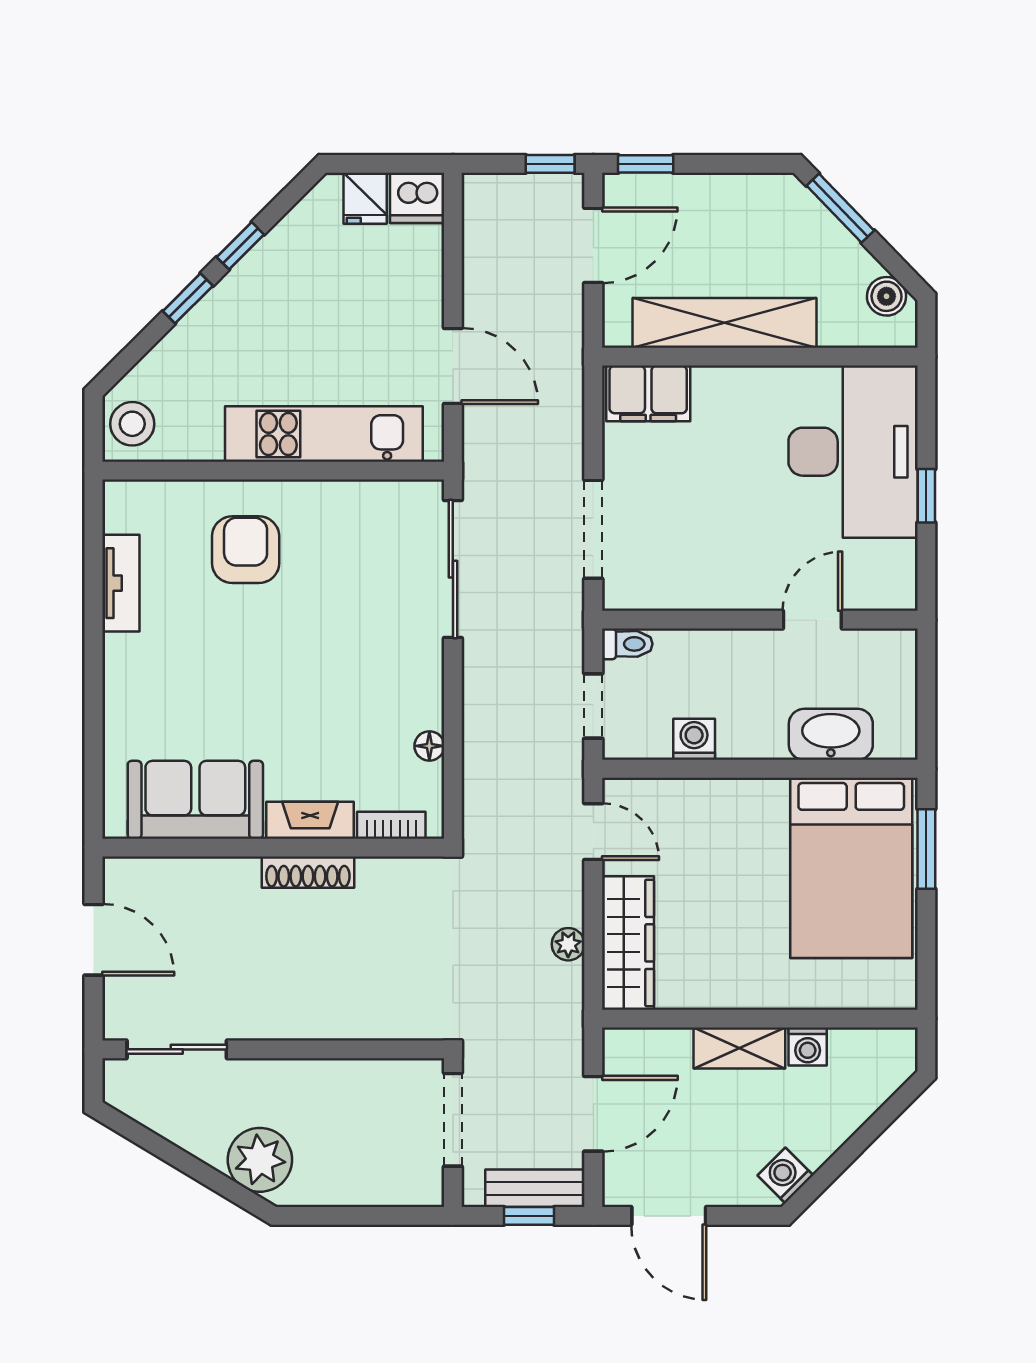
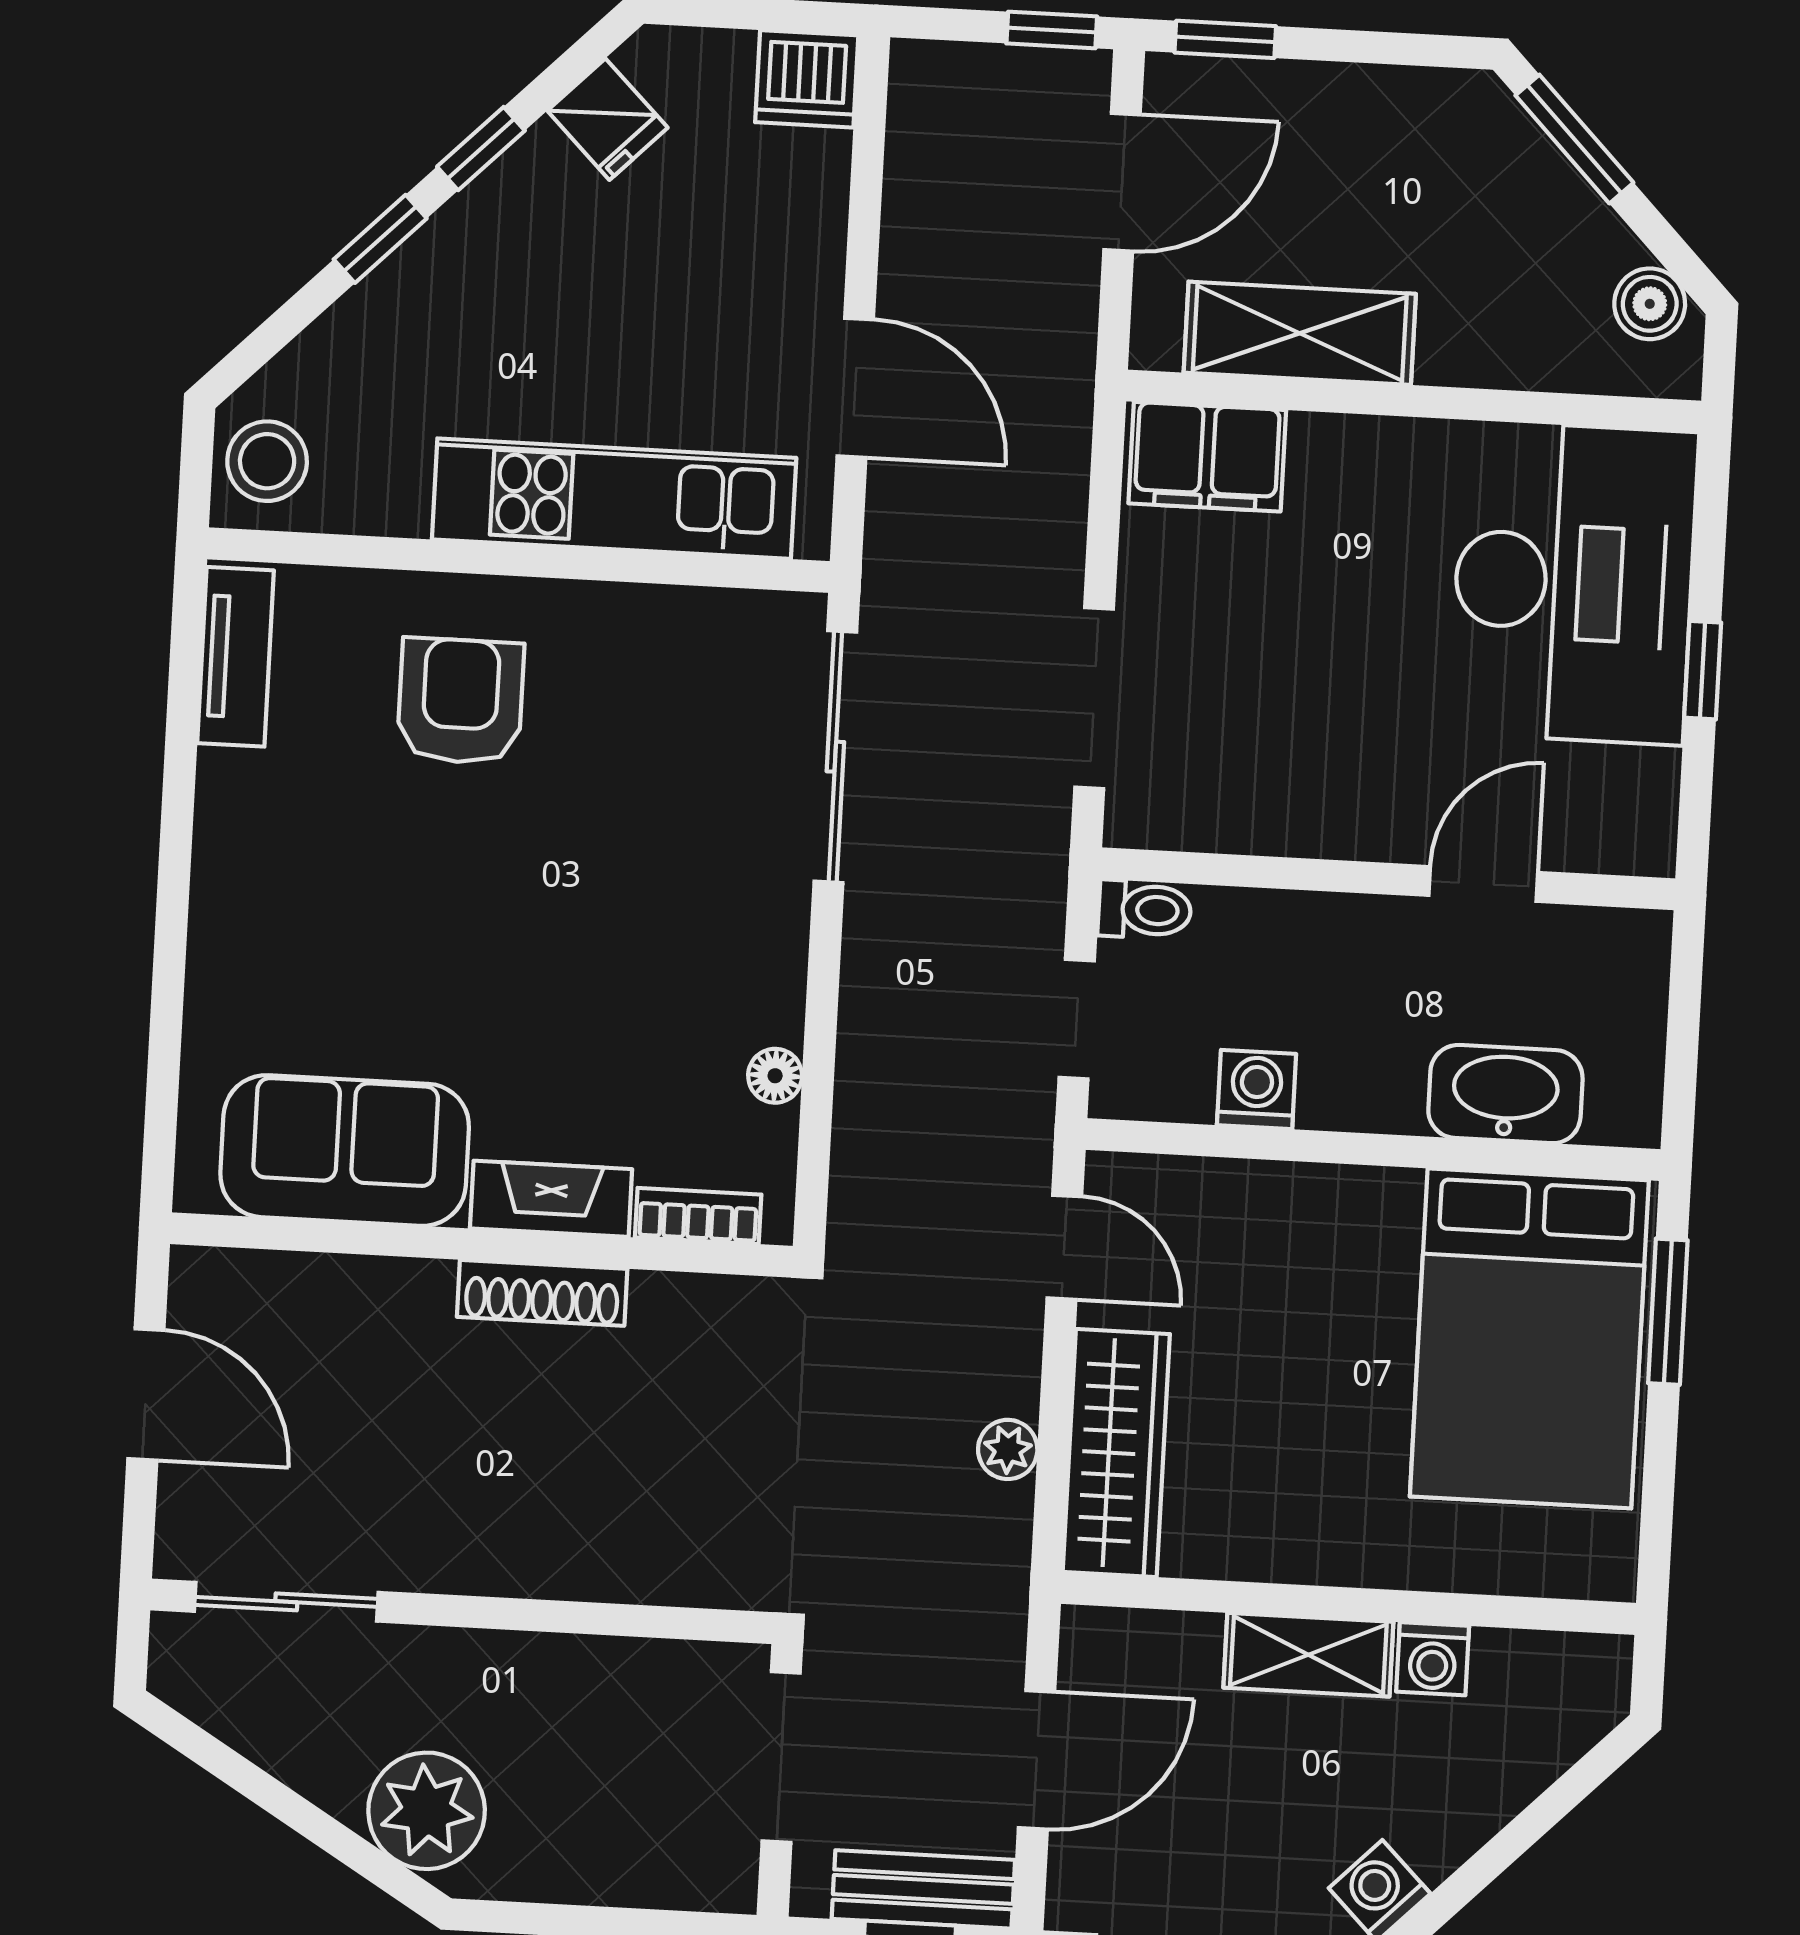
fridge: (365, 198) -> (607, 119), moved, turned -45
shelving: (724, 323) -> (1300, 333), width x0.68
tv unit: (121, 583) -> (236, 657), moved

